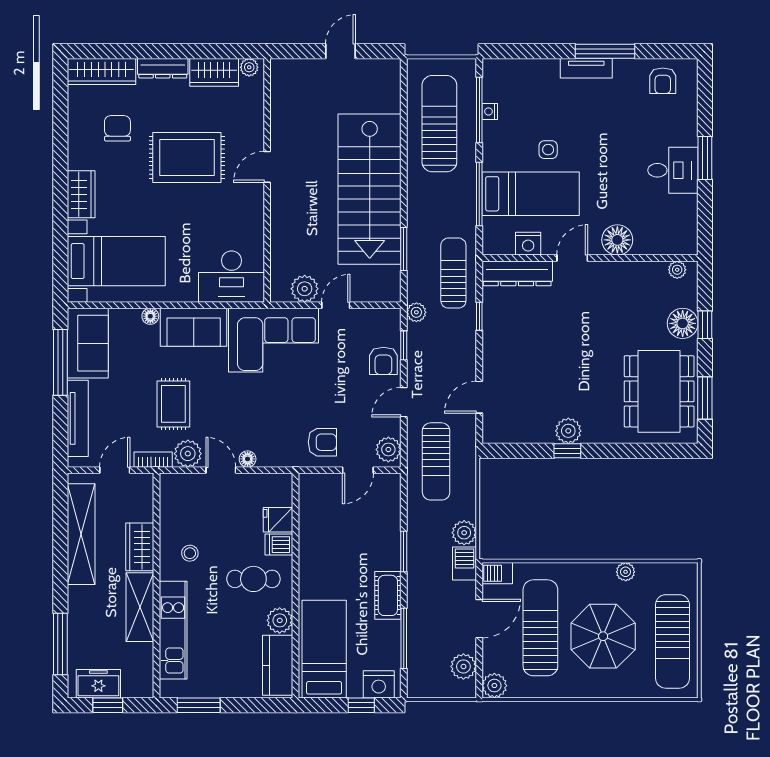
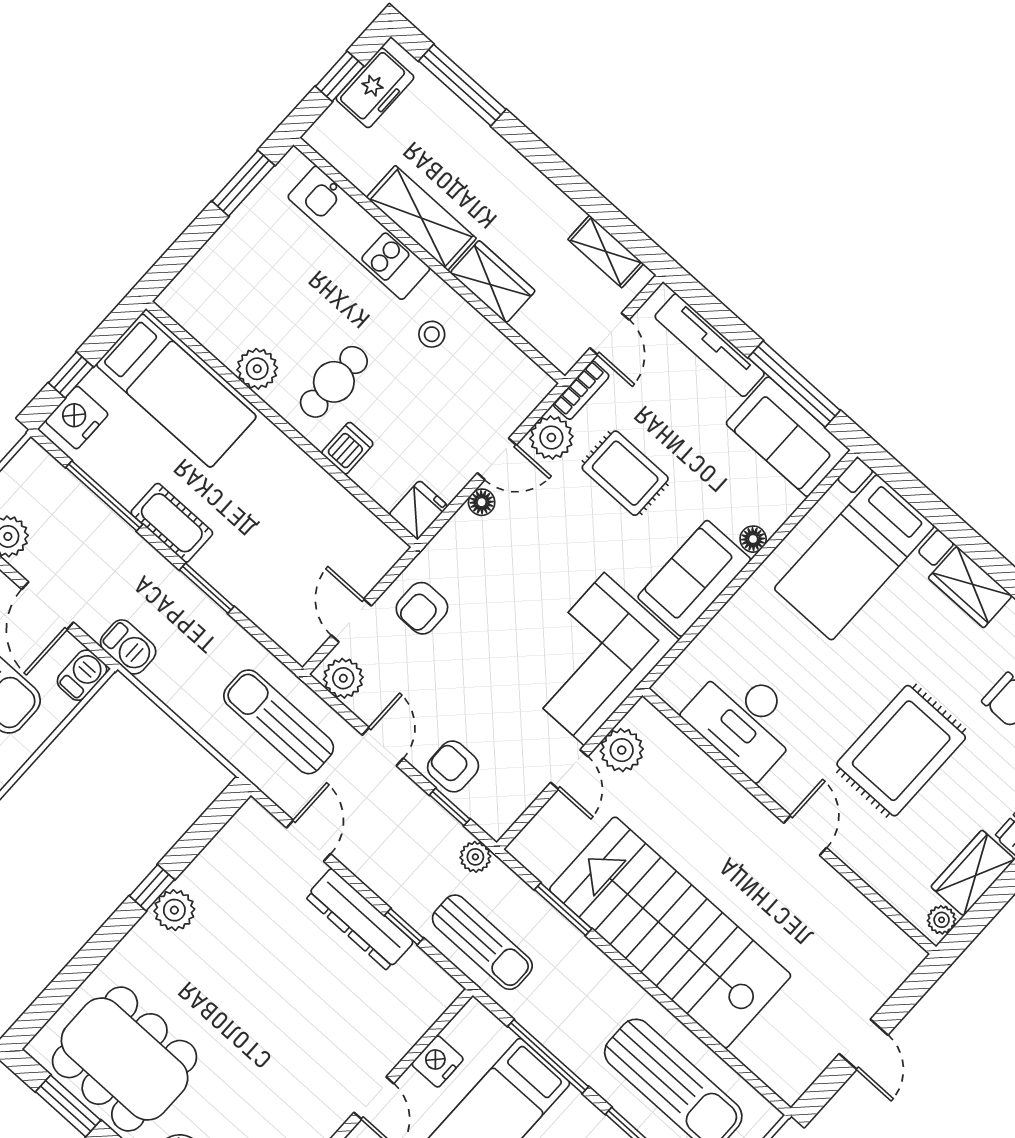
dresser: (517, 273) -> (359, 919), moved, turned -90
desk: (232, 277) -> (744, 720), moved, turned -90
fridge: (278, 520) -> (418, 510), moved
plant: (464, 533) -> (165, 679), removed
shelving: (81, 534) -> (606, 251), width x0.45, depth x0.75
kitchen counter: (278, 665) -> (207, 319), removed

